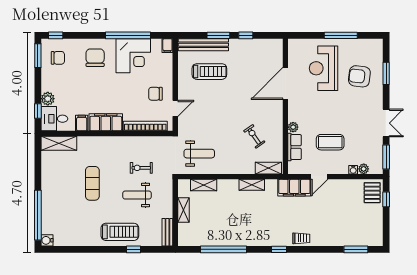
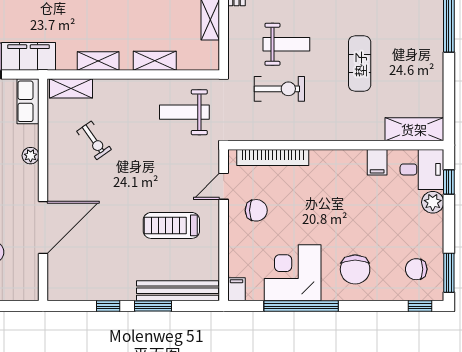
treadmill: (209, 72) -> (171, 225), moved
filing cabinet: (106, 122) -> (338, 163), removed
row of seats: (295, 147) -> (28, 101), moved
exercise bike: (141, 168) -> (279, 89), width x1.38, depth x1.39
shelving: (204, 185) -> (155, 61), moved

